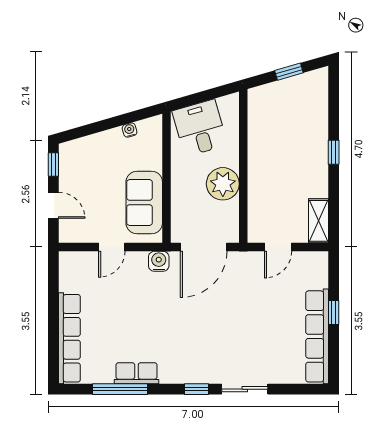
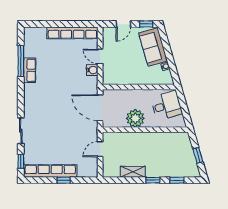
window: (334, 109) -> (177, 180), added
sofa: (144, 203) -> (153, 47), moved, turned -106
shelving: (318, 221) -> (133, 172), moved
door: (278, 247) -> (100, 149), hinge flipped
water cooler: (159, 261) -> (92, 70), moved
row of seats: (69, 338) -> (72, 33), moved
window: (197, 389) -> (21, 161), moved

